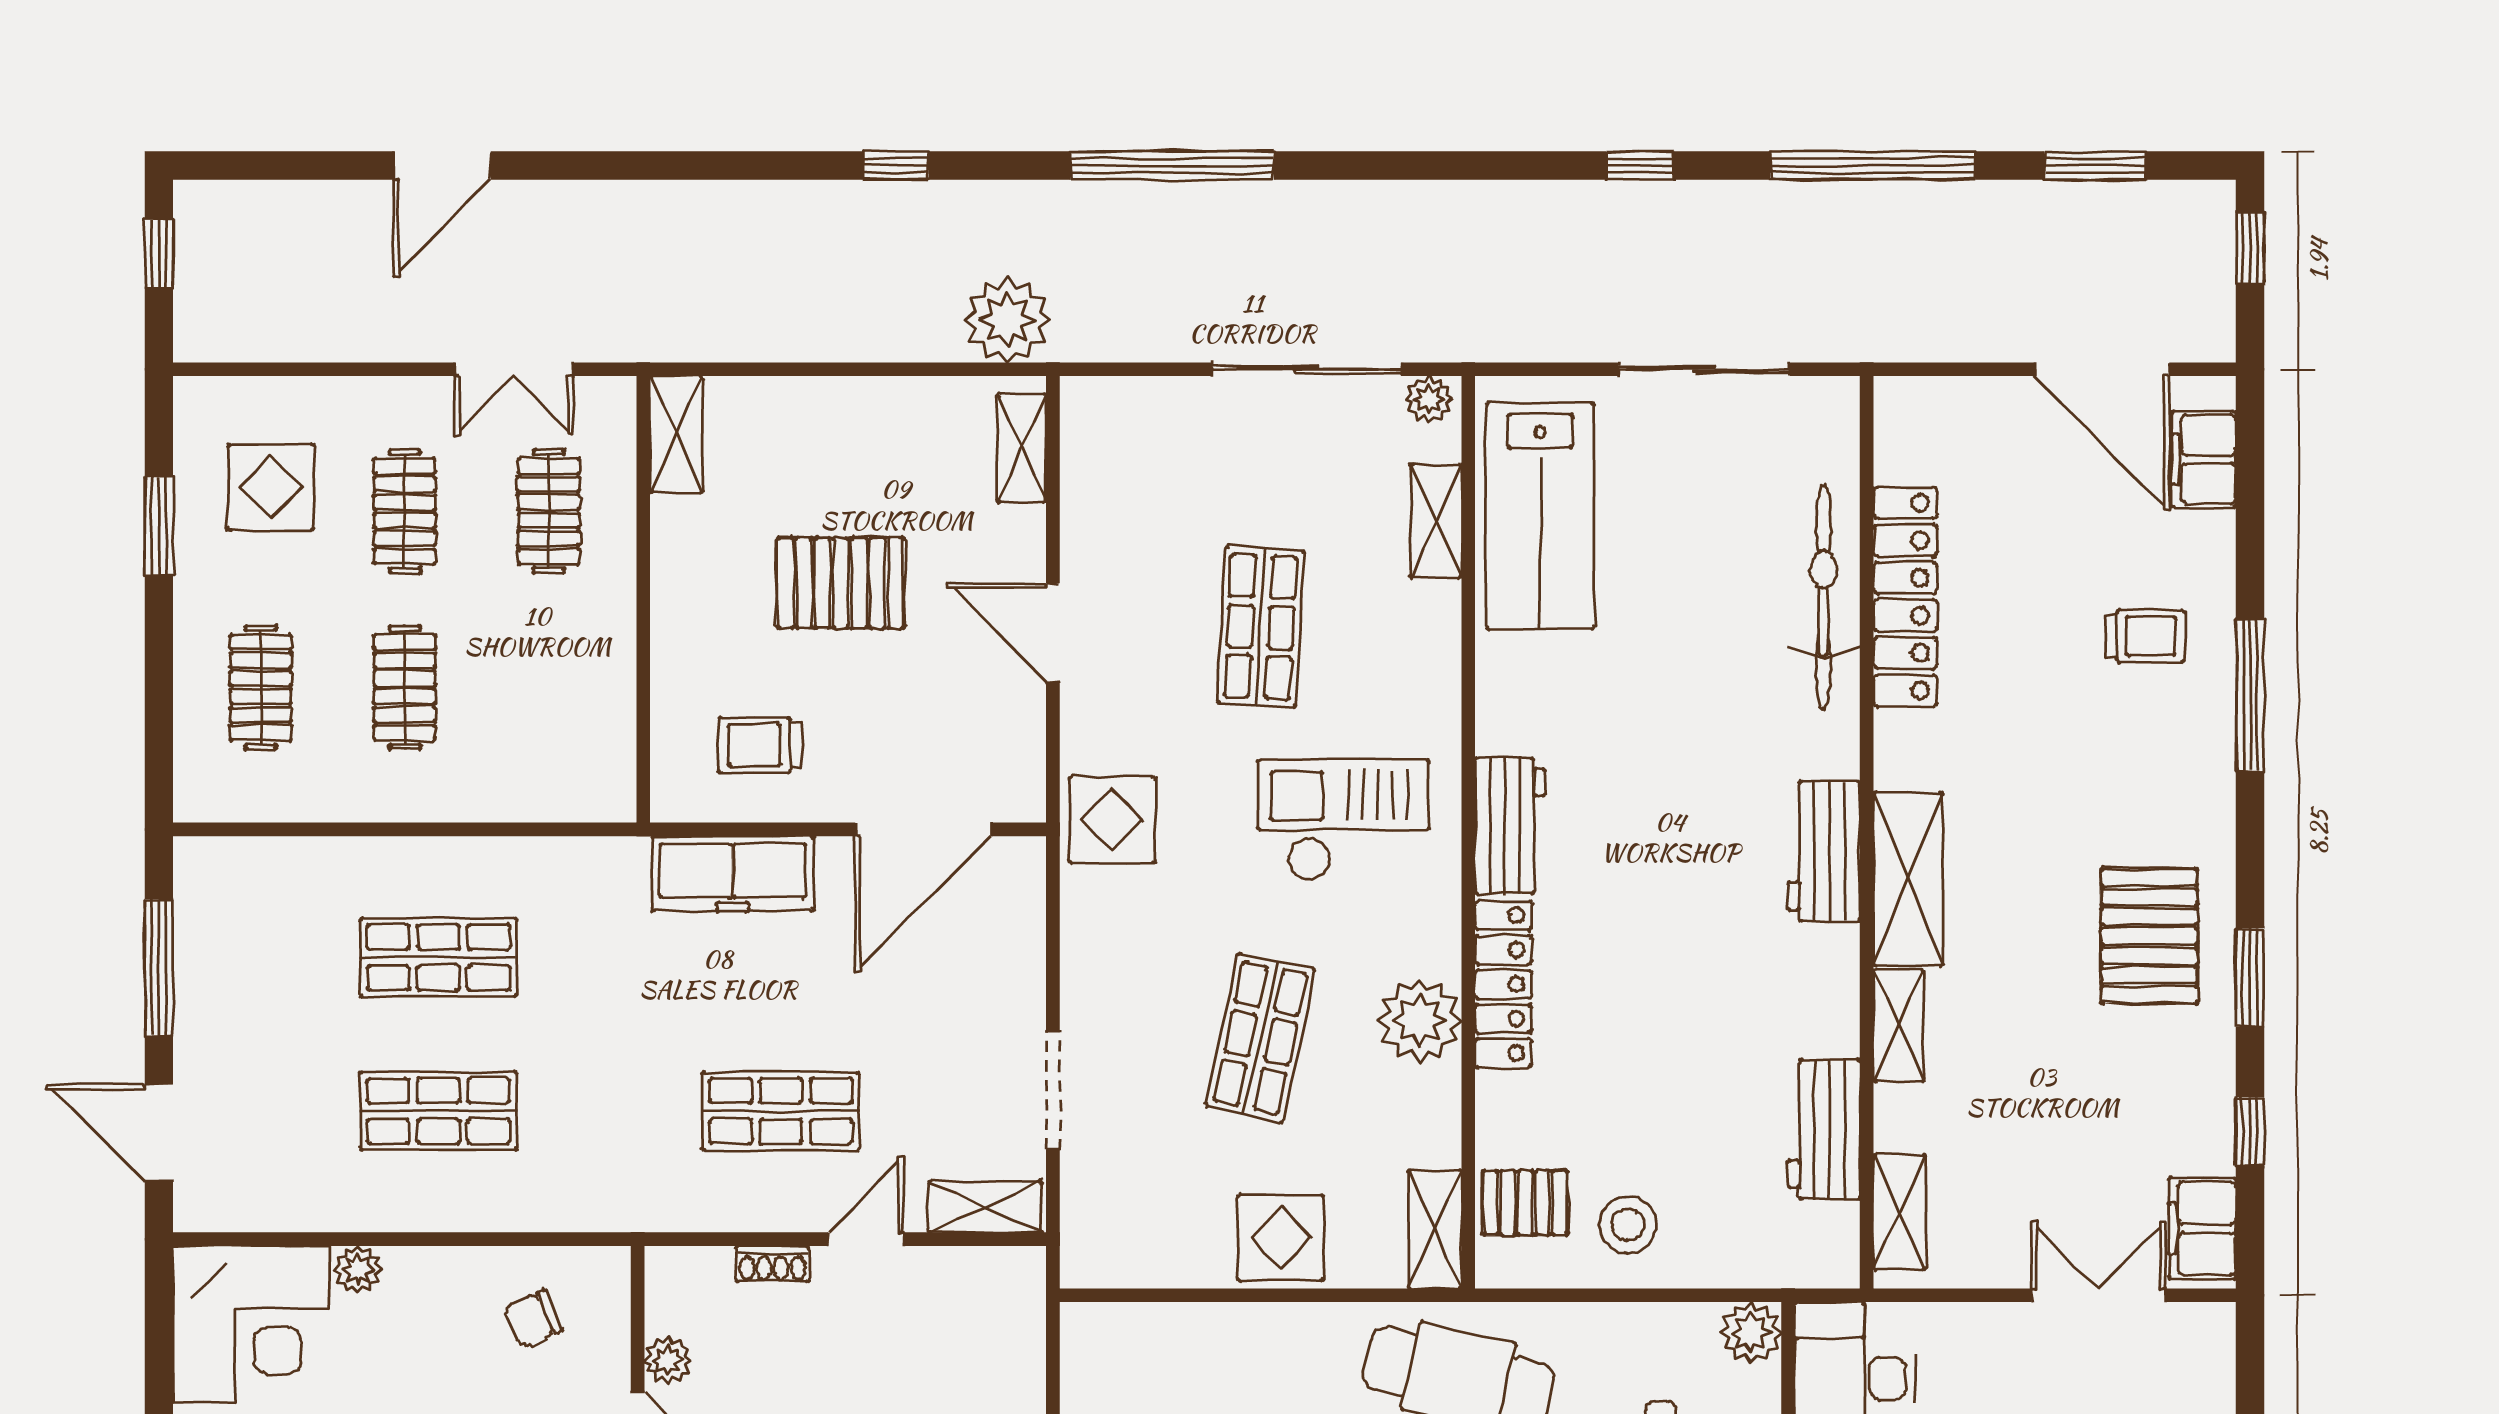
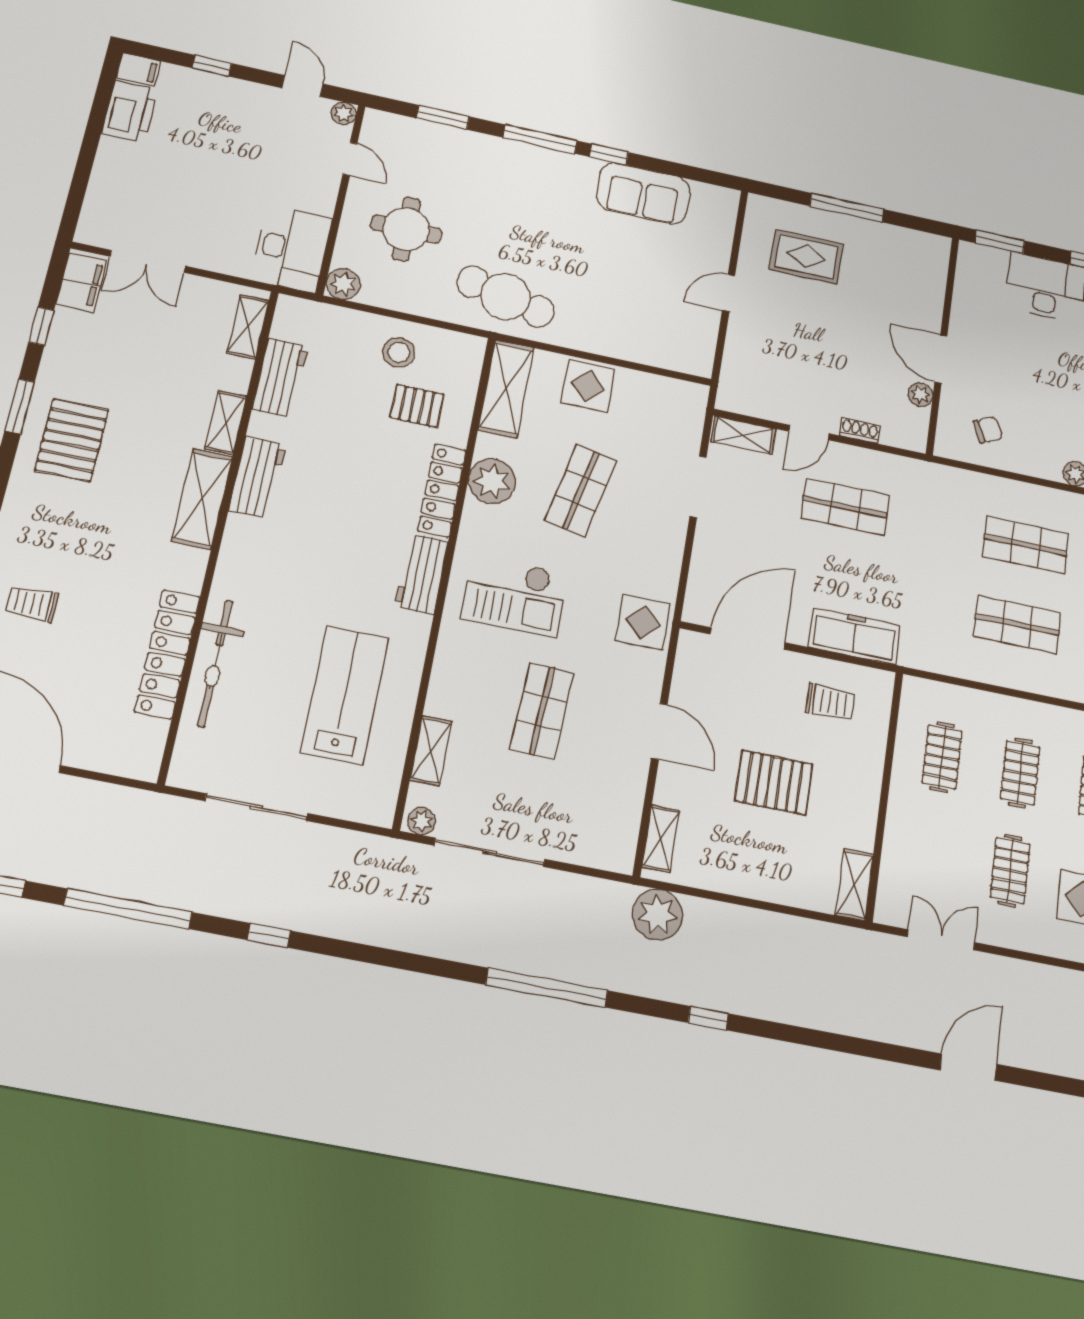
clothes rail: (549, 511) -> (942, 757), moved
lab bench: (1540, 516) -> (345, 695), moved
workbench: (1824, 851) -> (257, 477), moved
pallet: (1525, 1203) -> (417, 406), moved
shelving: (1435, 1229) -> (506, 388), width x1.50, depth x1.33

